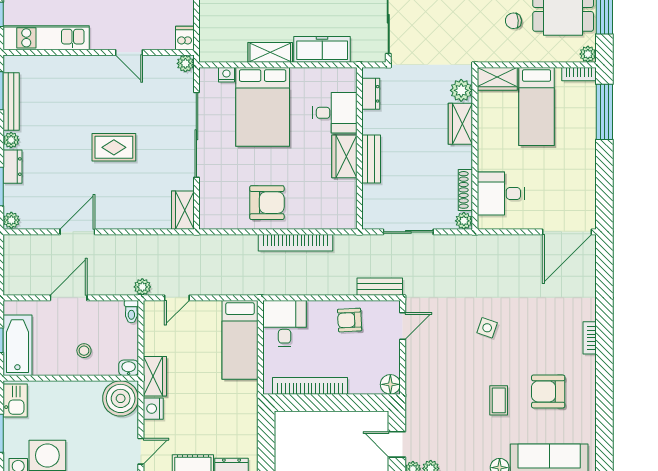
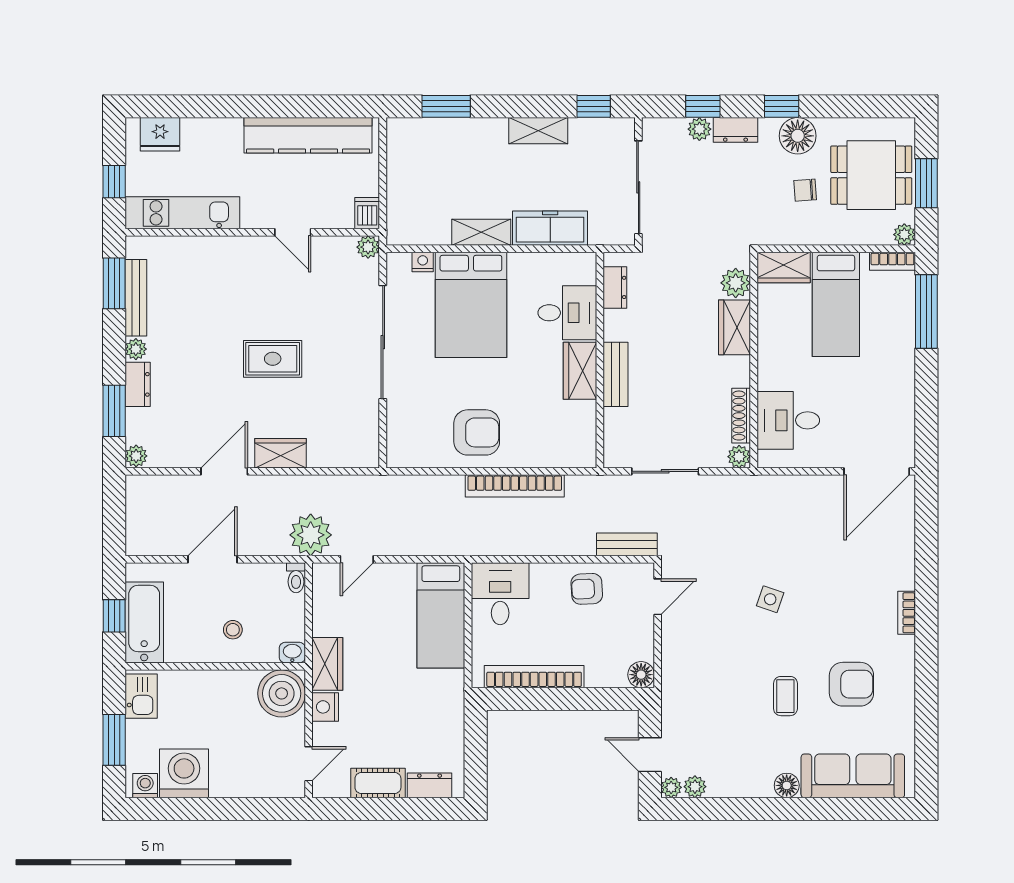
wardrobe: (183, 210) -> (280, 453), moved, turned 90
plant: (142, 287) -> (311, 535), width x1.88, depth x1.88
armchair: (548, 391) -> (851, 684), turned 180

